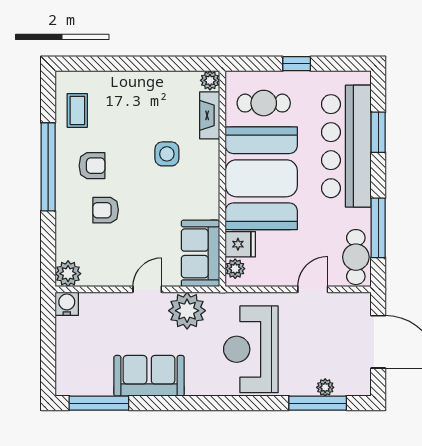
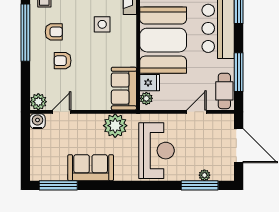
door: (147, 289) -> (62, 112), moved
reception desk: (251, 349) -> (156, 151), turned 180

